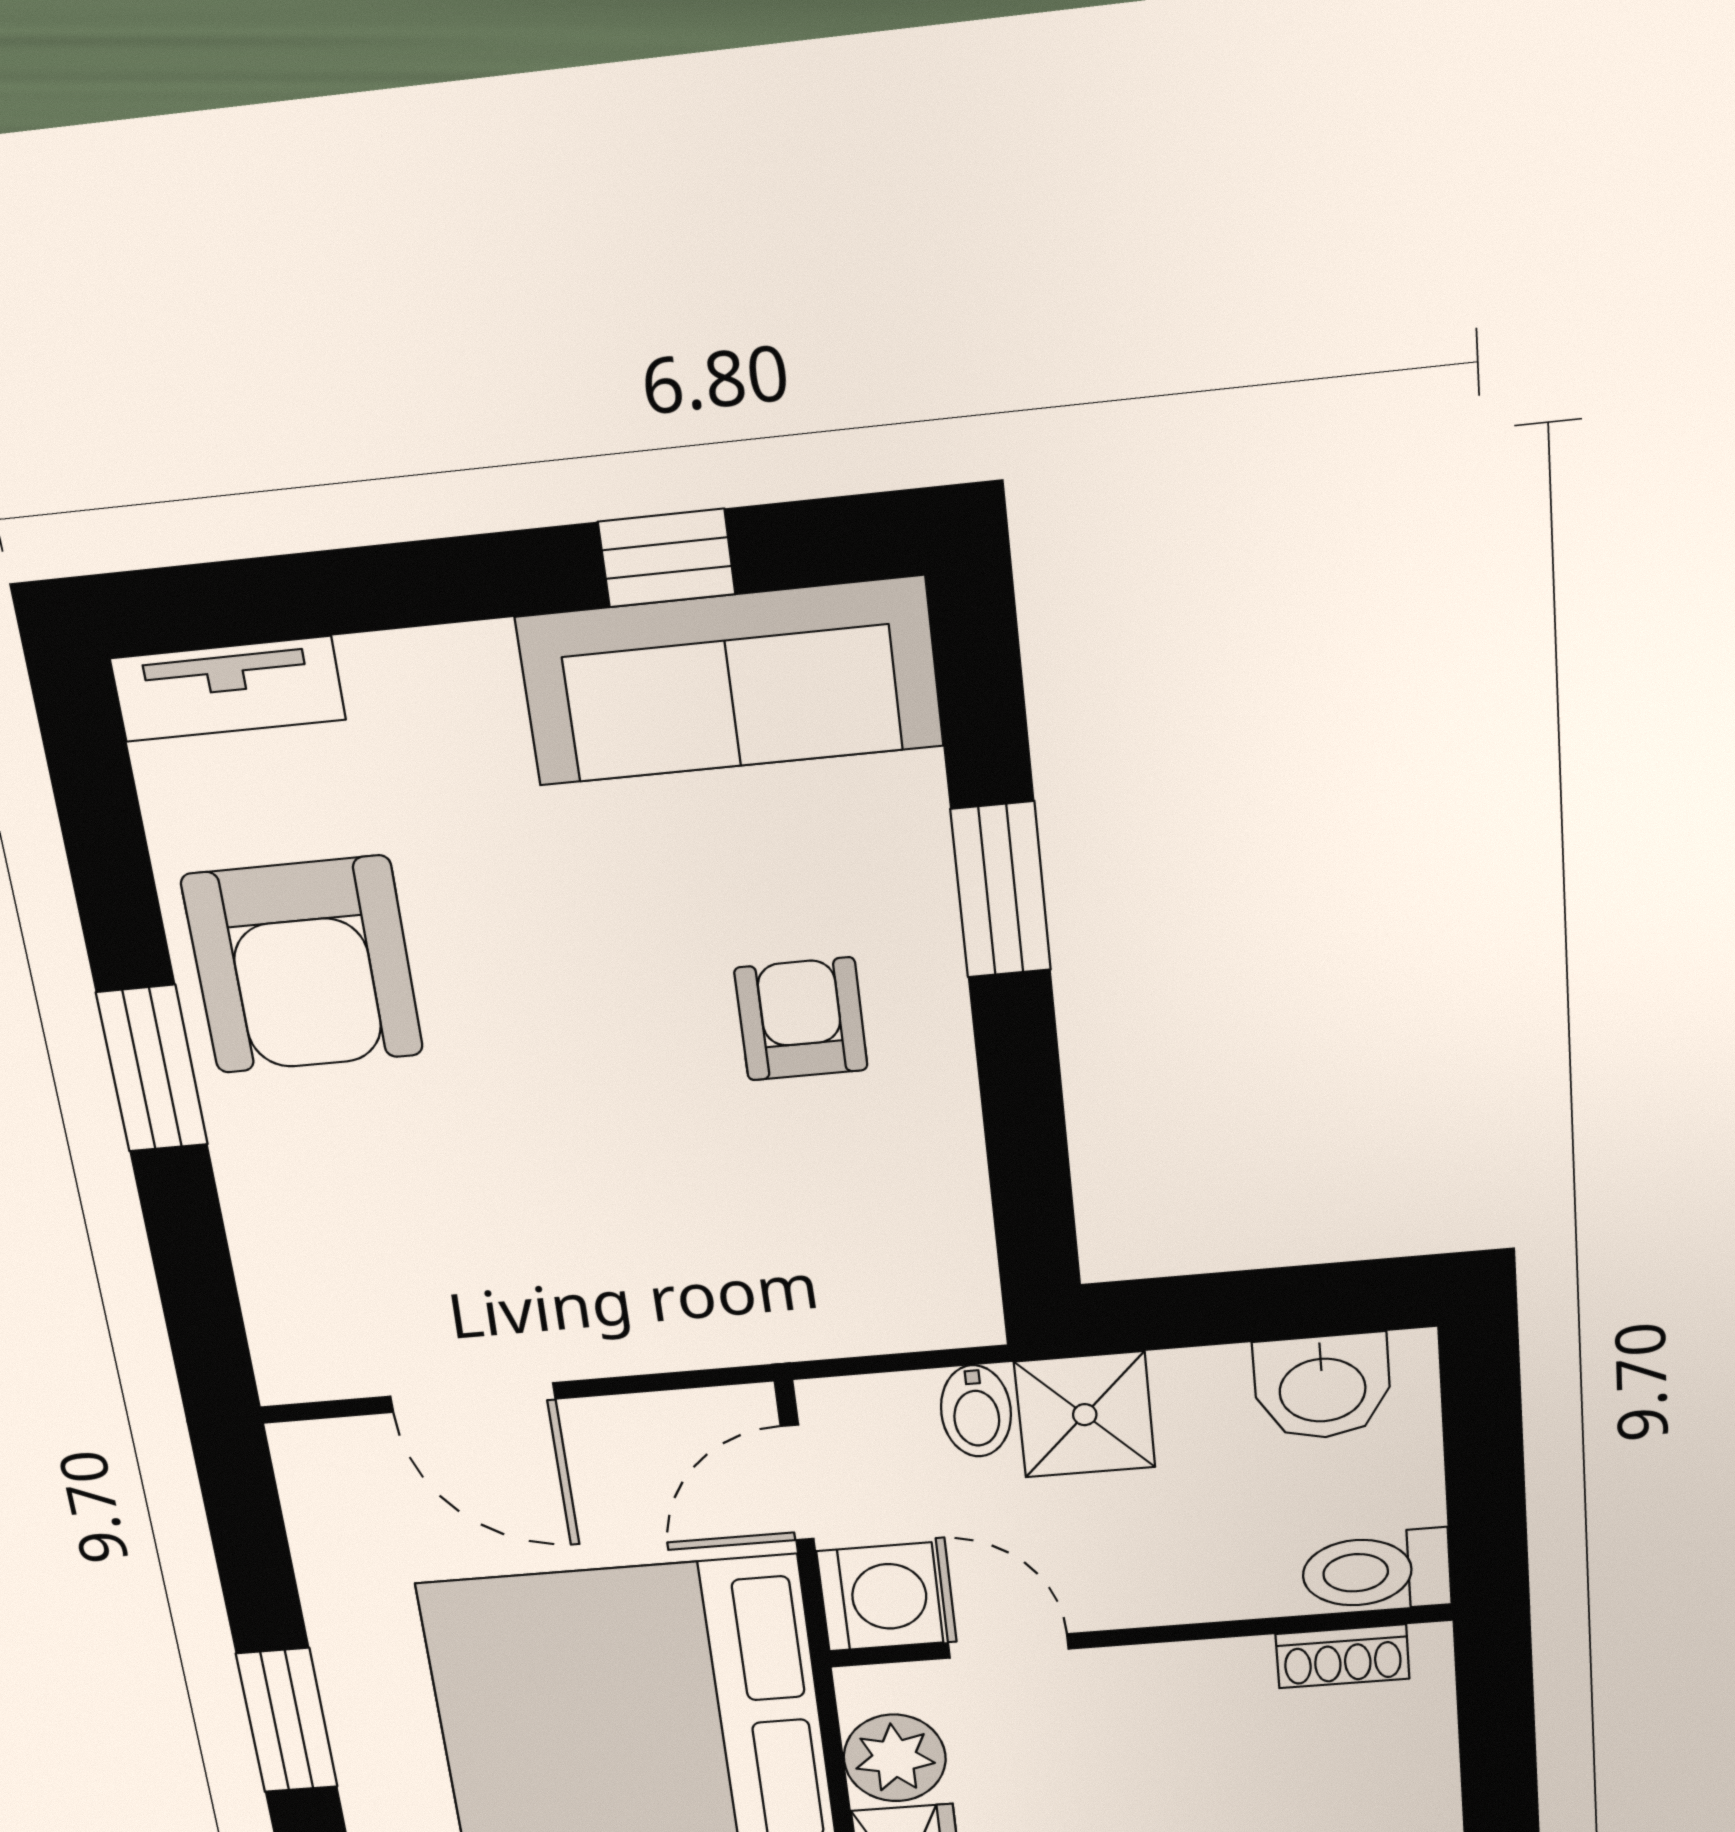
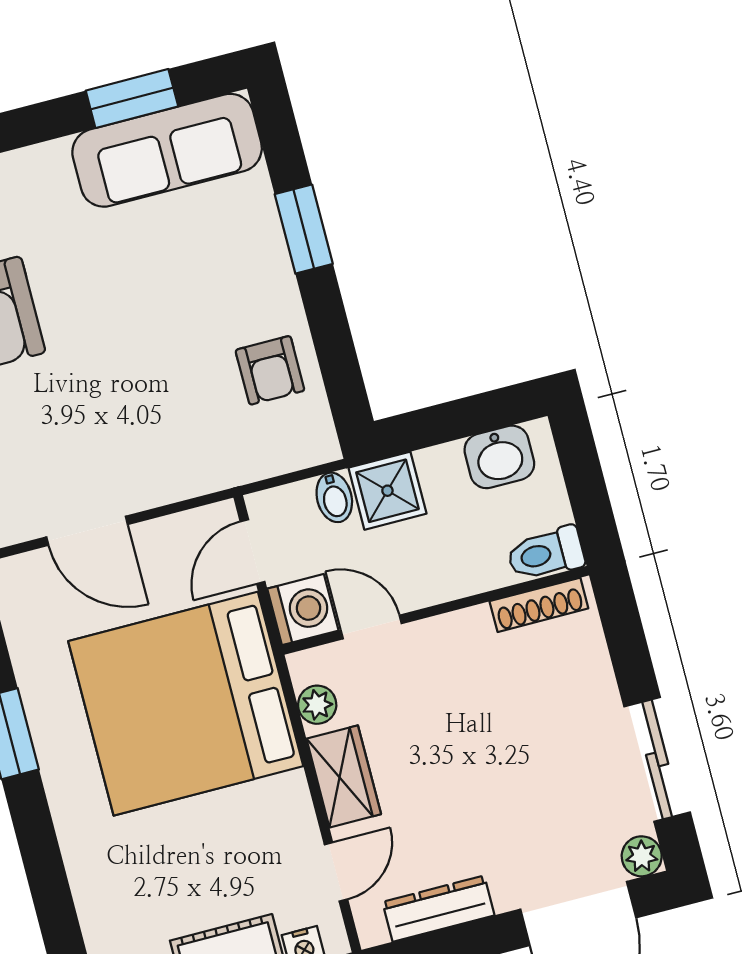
window: (667, 558) -> (132, 99), width x1.50
armchair: (801, 1019) -> (270, 370), moved, turned 180
shoe rack: (1342, 1656) -> (539, 605), width x1.43
plant: (895, 1758) -> (317, 705), width x0.73, depth x0.73

